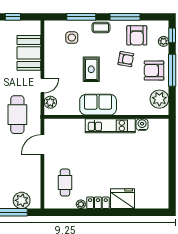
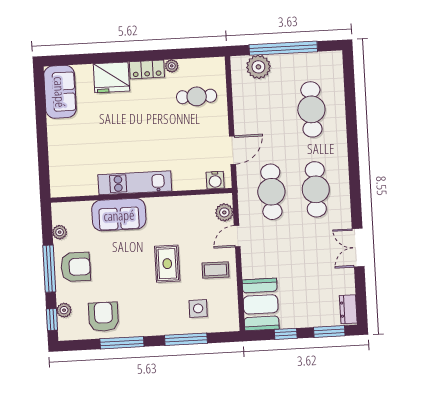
coffee table: (101, 28) -> (215, 270), moved
booth: (29, 53) -> (261, 304), moved
armchair: (126, 59) -> (117, 281), removed
plant: (159, 99) -> (60, 232), width x0.53, depth x0.53
sofa: (98, 105) -> (119, 215), moved
water cooler: (142, 125) -> (215, 180), moved
cafe table: (65, 182) -> (197, 96), turned 90
sofa: (158, 191) -> (60, 92), added

